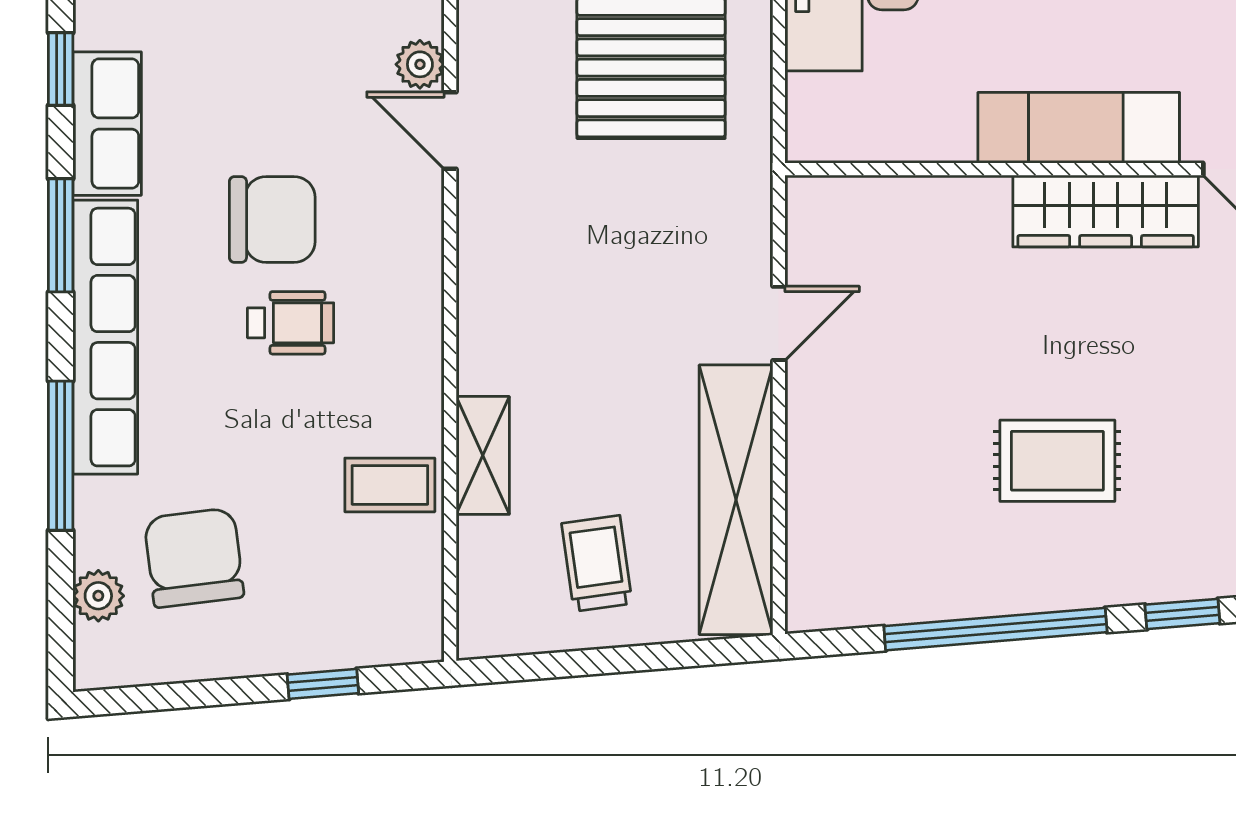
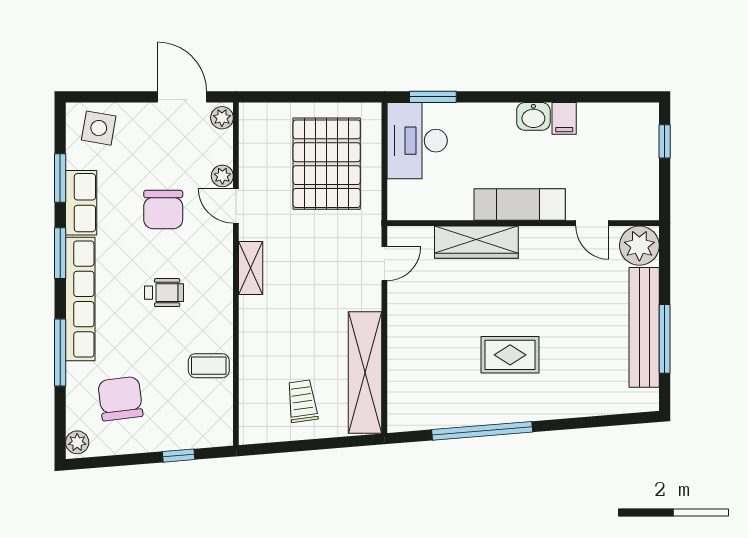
window: (61, 69) -> (60, 178), width x1.50
wardrobe: (1106, 211) -> (476, 242), moved
chair: (272, 219) -> (163, 210), moved, turned 90
door: (779, 323) -> (384, 264), moved
shelving: (483, 455) -> (251, 268), moved
plant: (98, 596) -> (77, 442), moved
window: (1182, 614) -> (566, 424), removed

